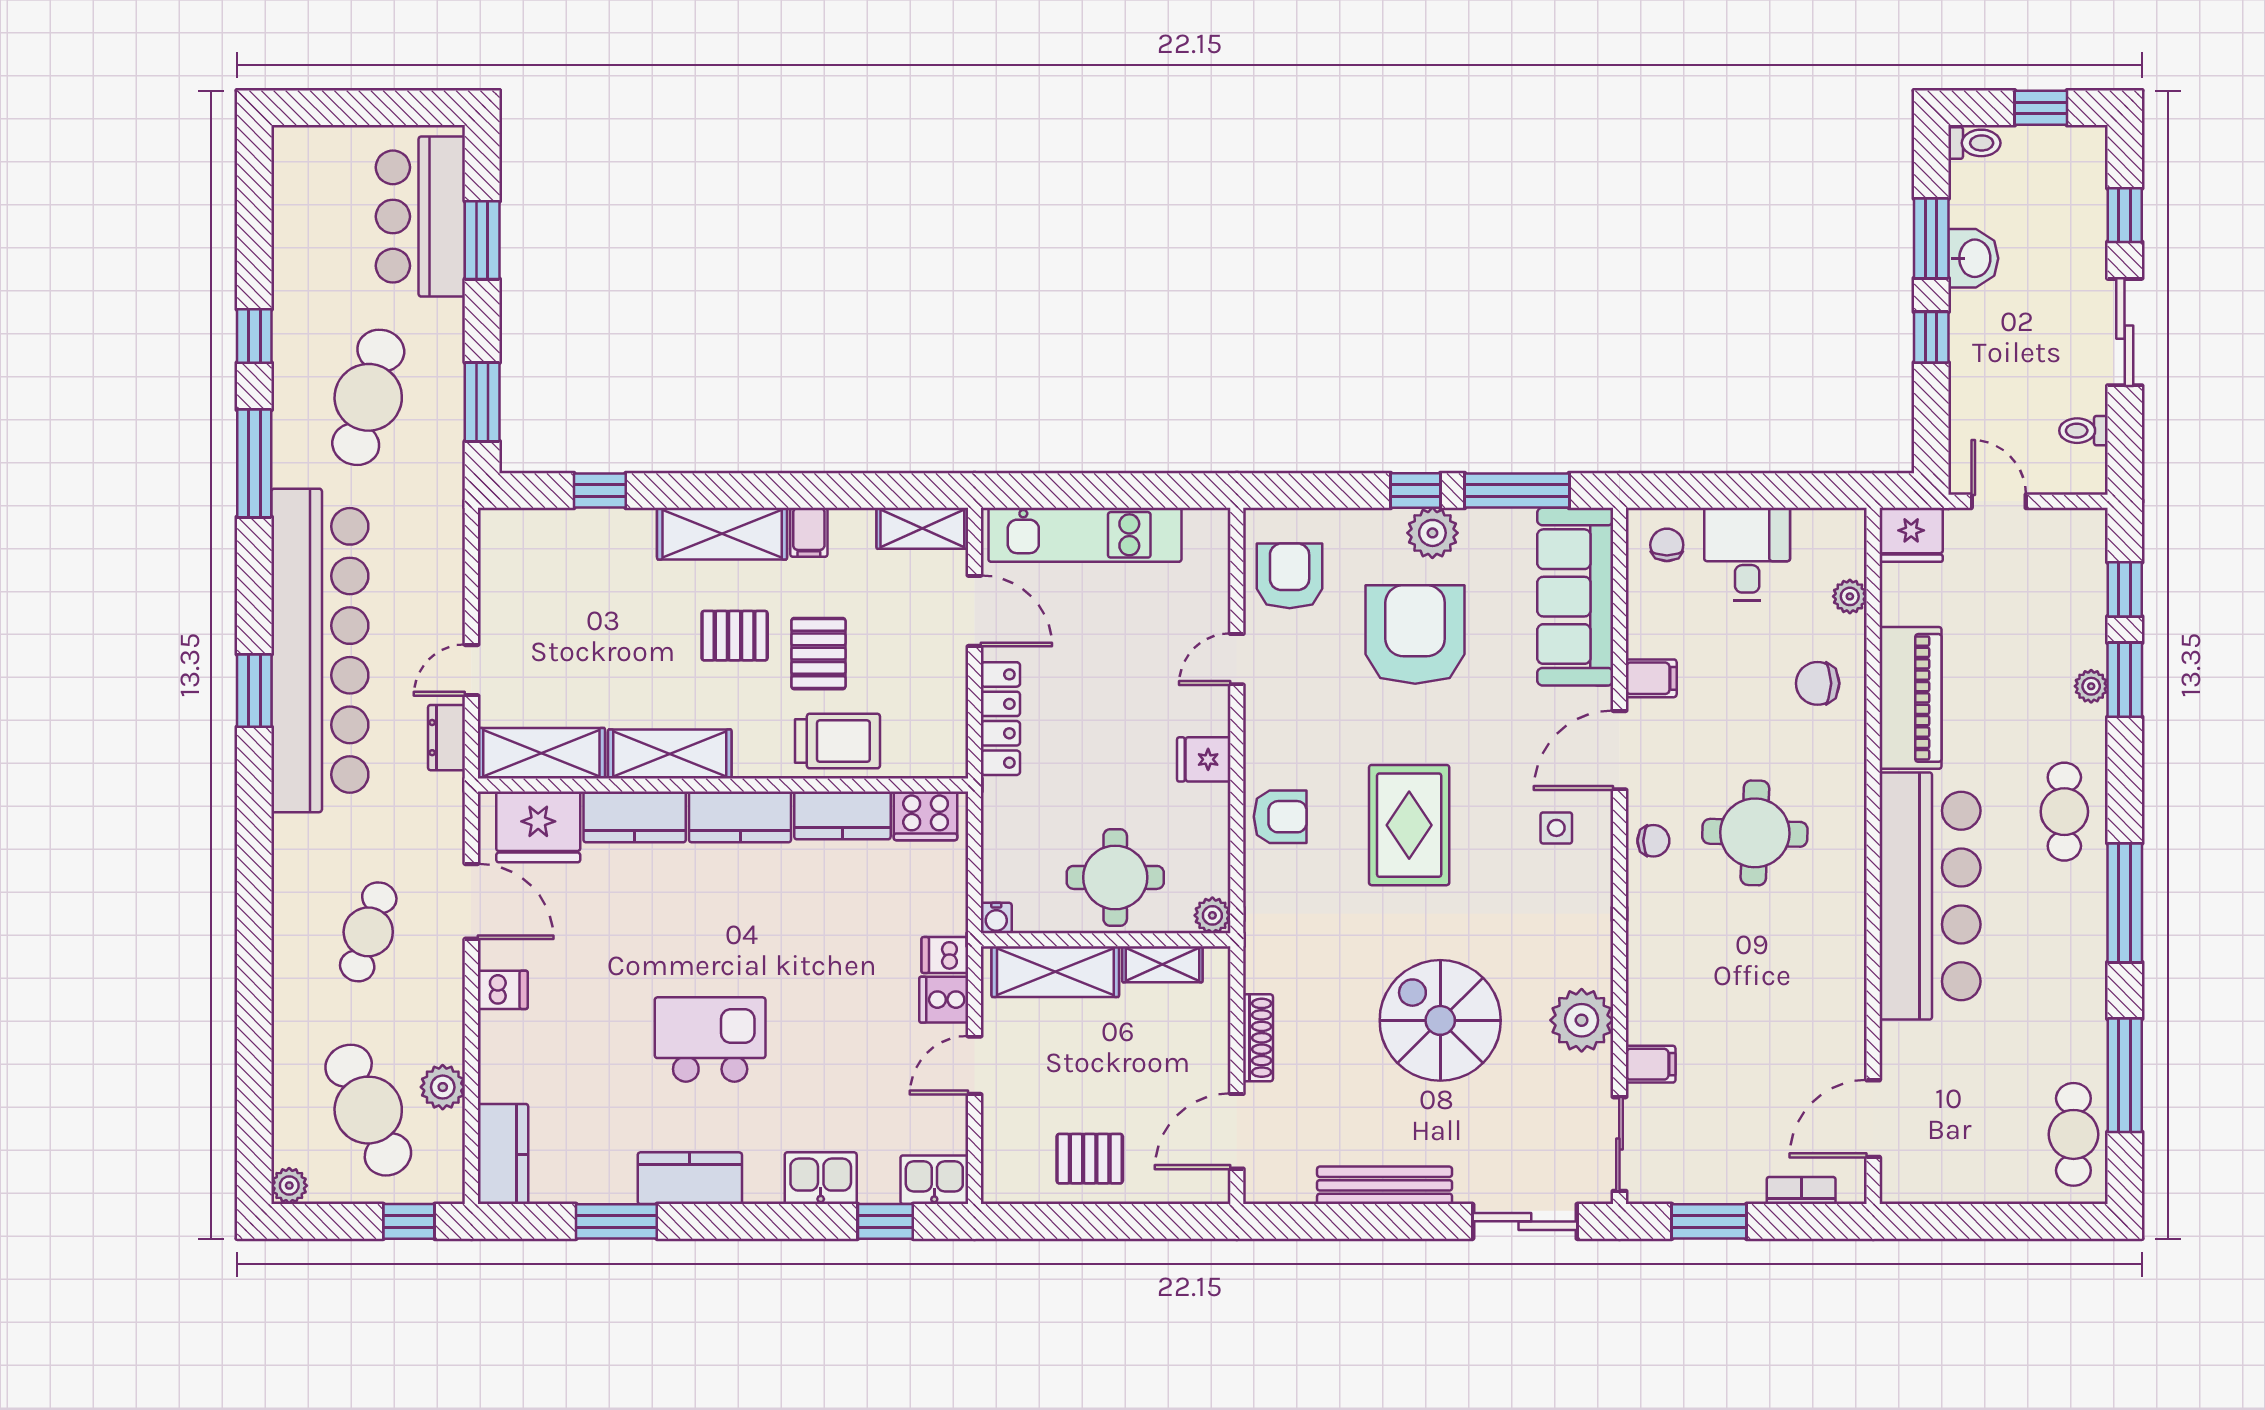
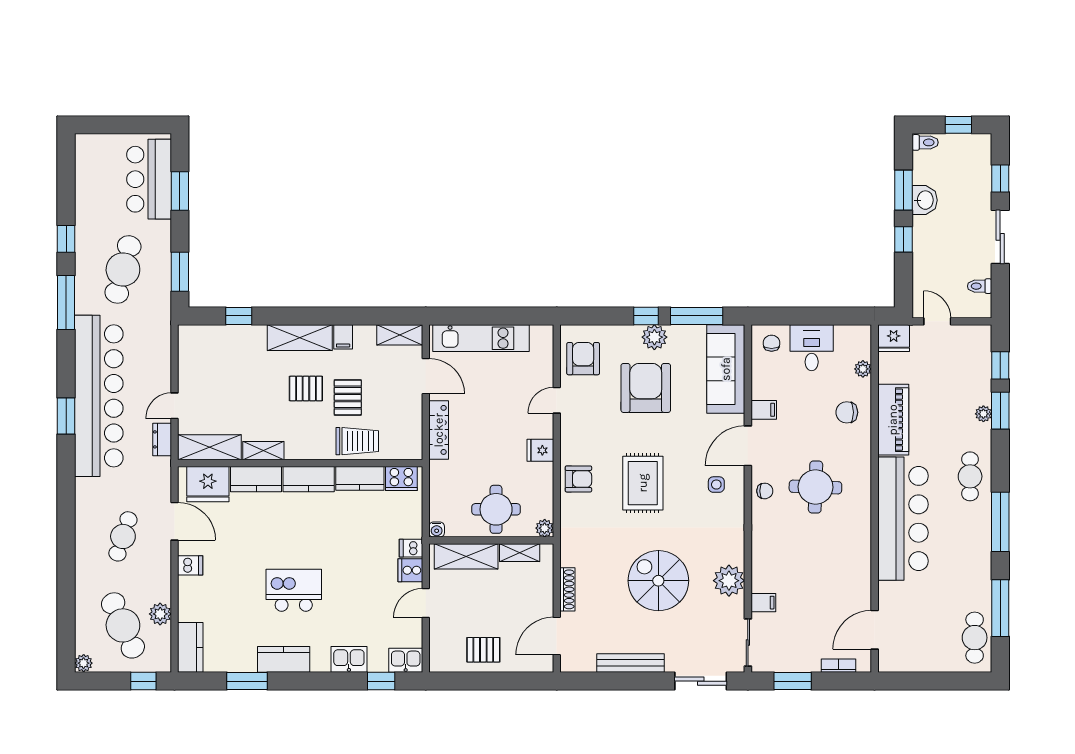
shelving: (670, 754) -> (263, 451), width x0.67, depth x0.75

